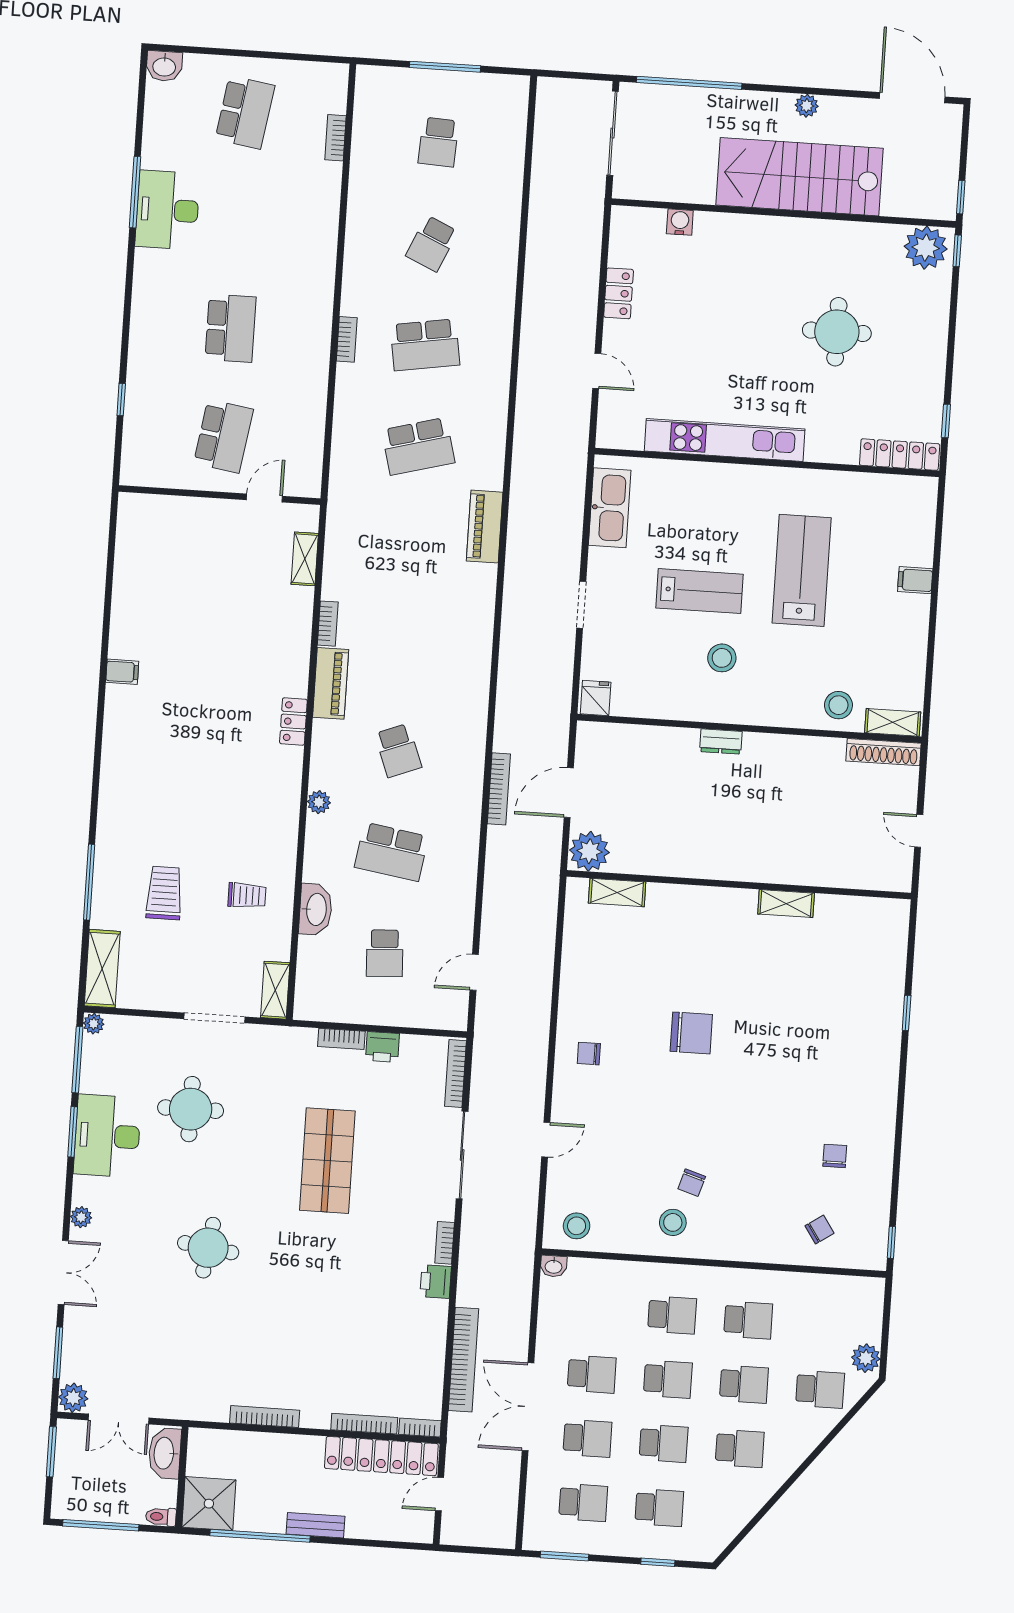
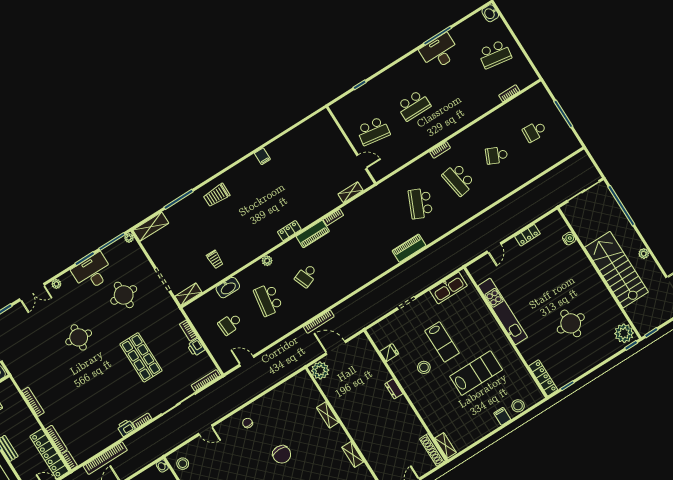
school desk: (418, 446) -> (420, 203), turned 39
fridge: (596, 698) -> (389, 353), moved
stool: (838, 705) -> (518, 406), moved
trolley: (164, 893) -> (217, 195), moved, turned 180
shelving: (617, 893) -> (328, 415), moved
shop shelf: (327, 1161) -> (141, 357), turned 90

